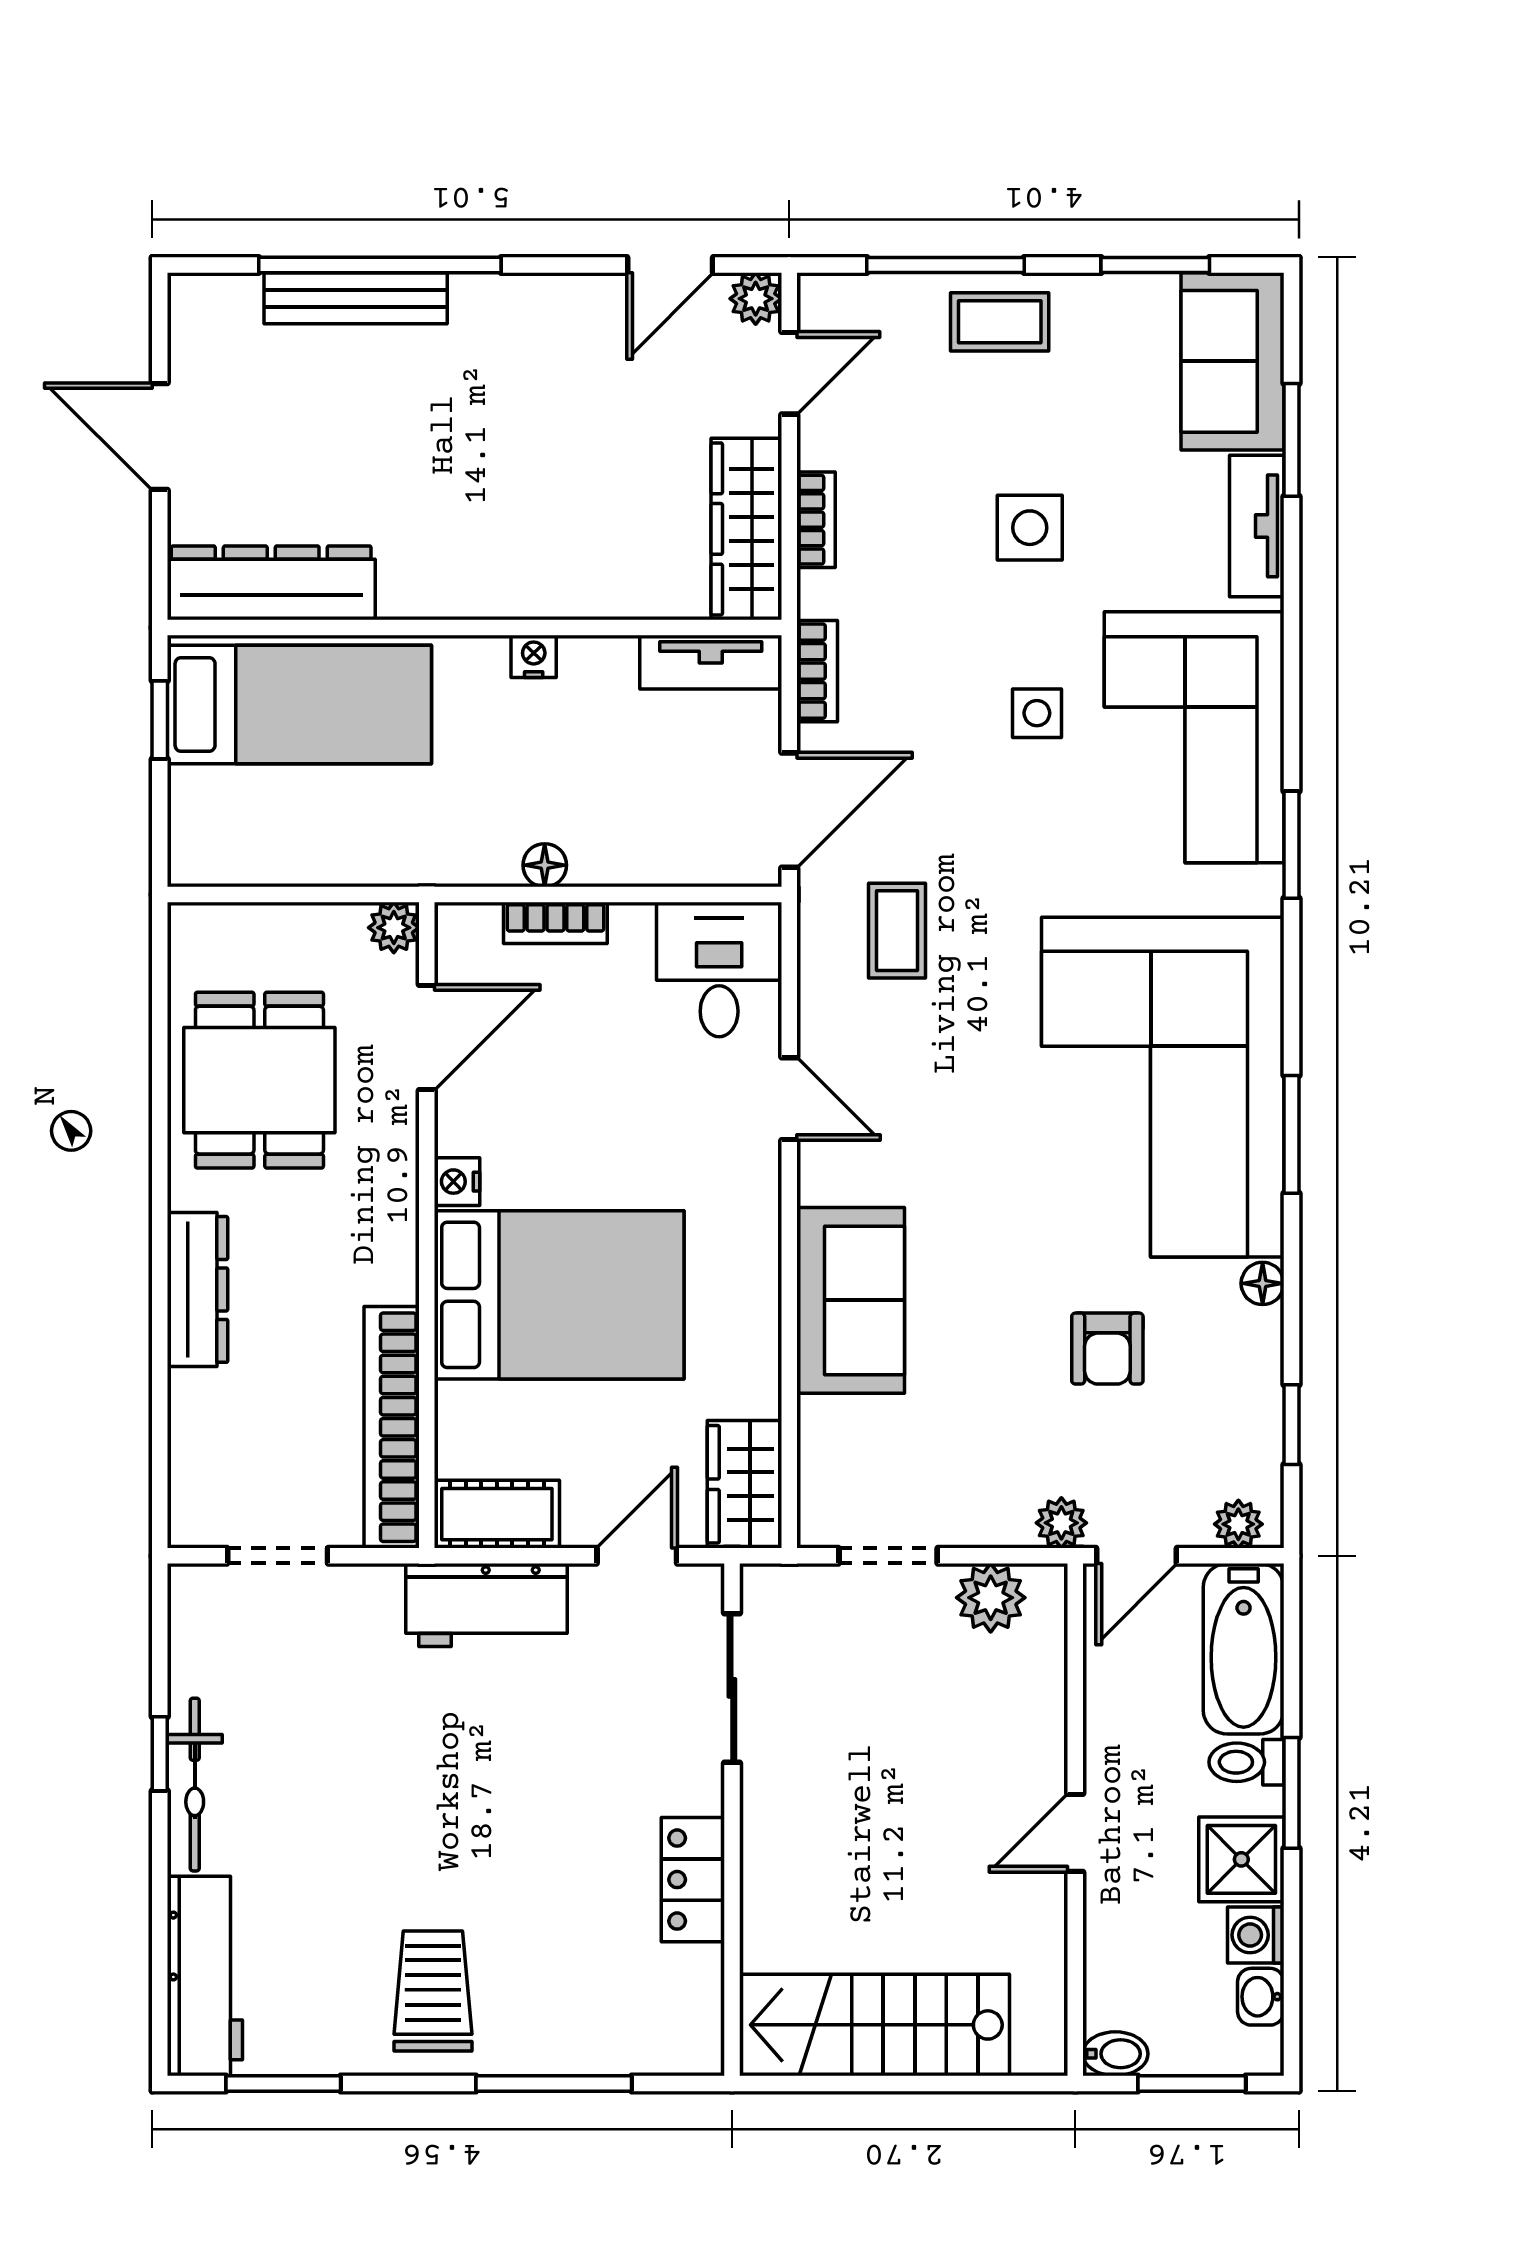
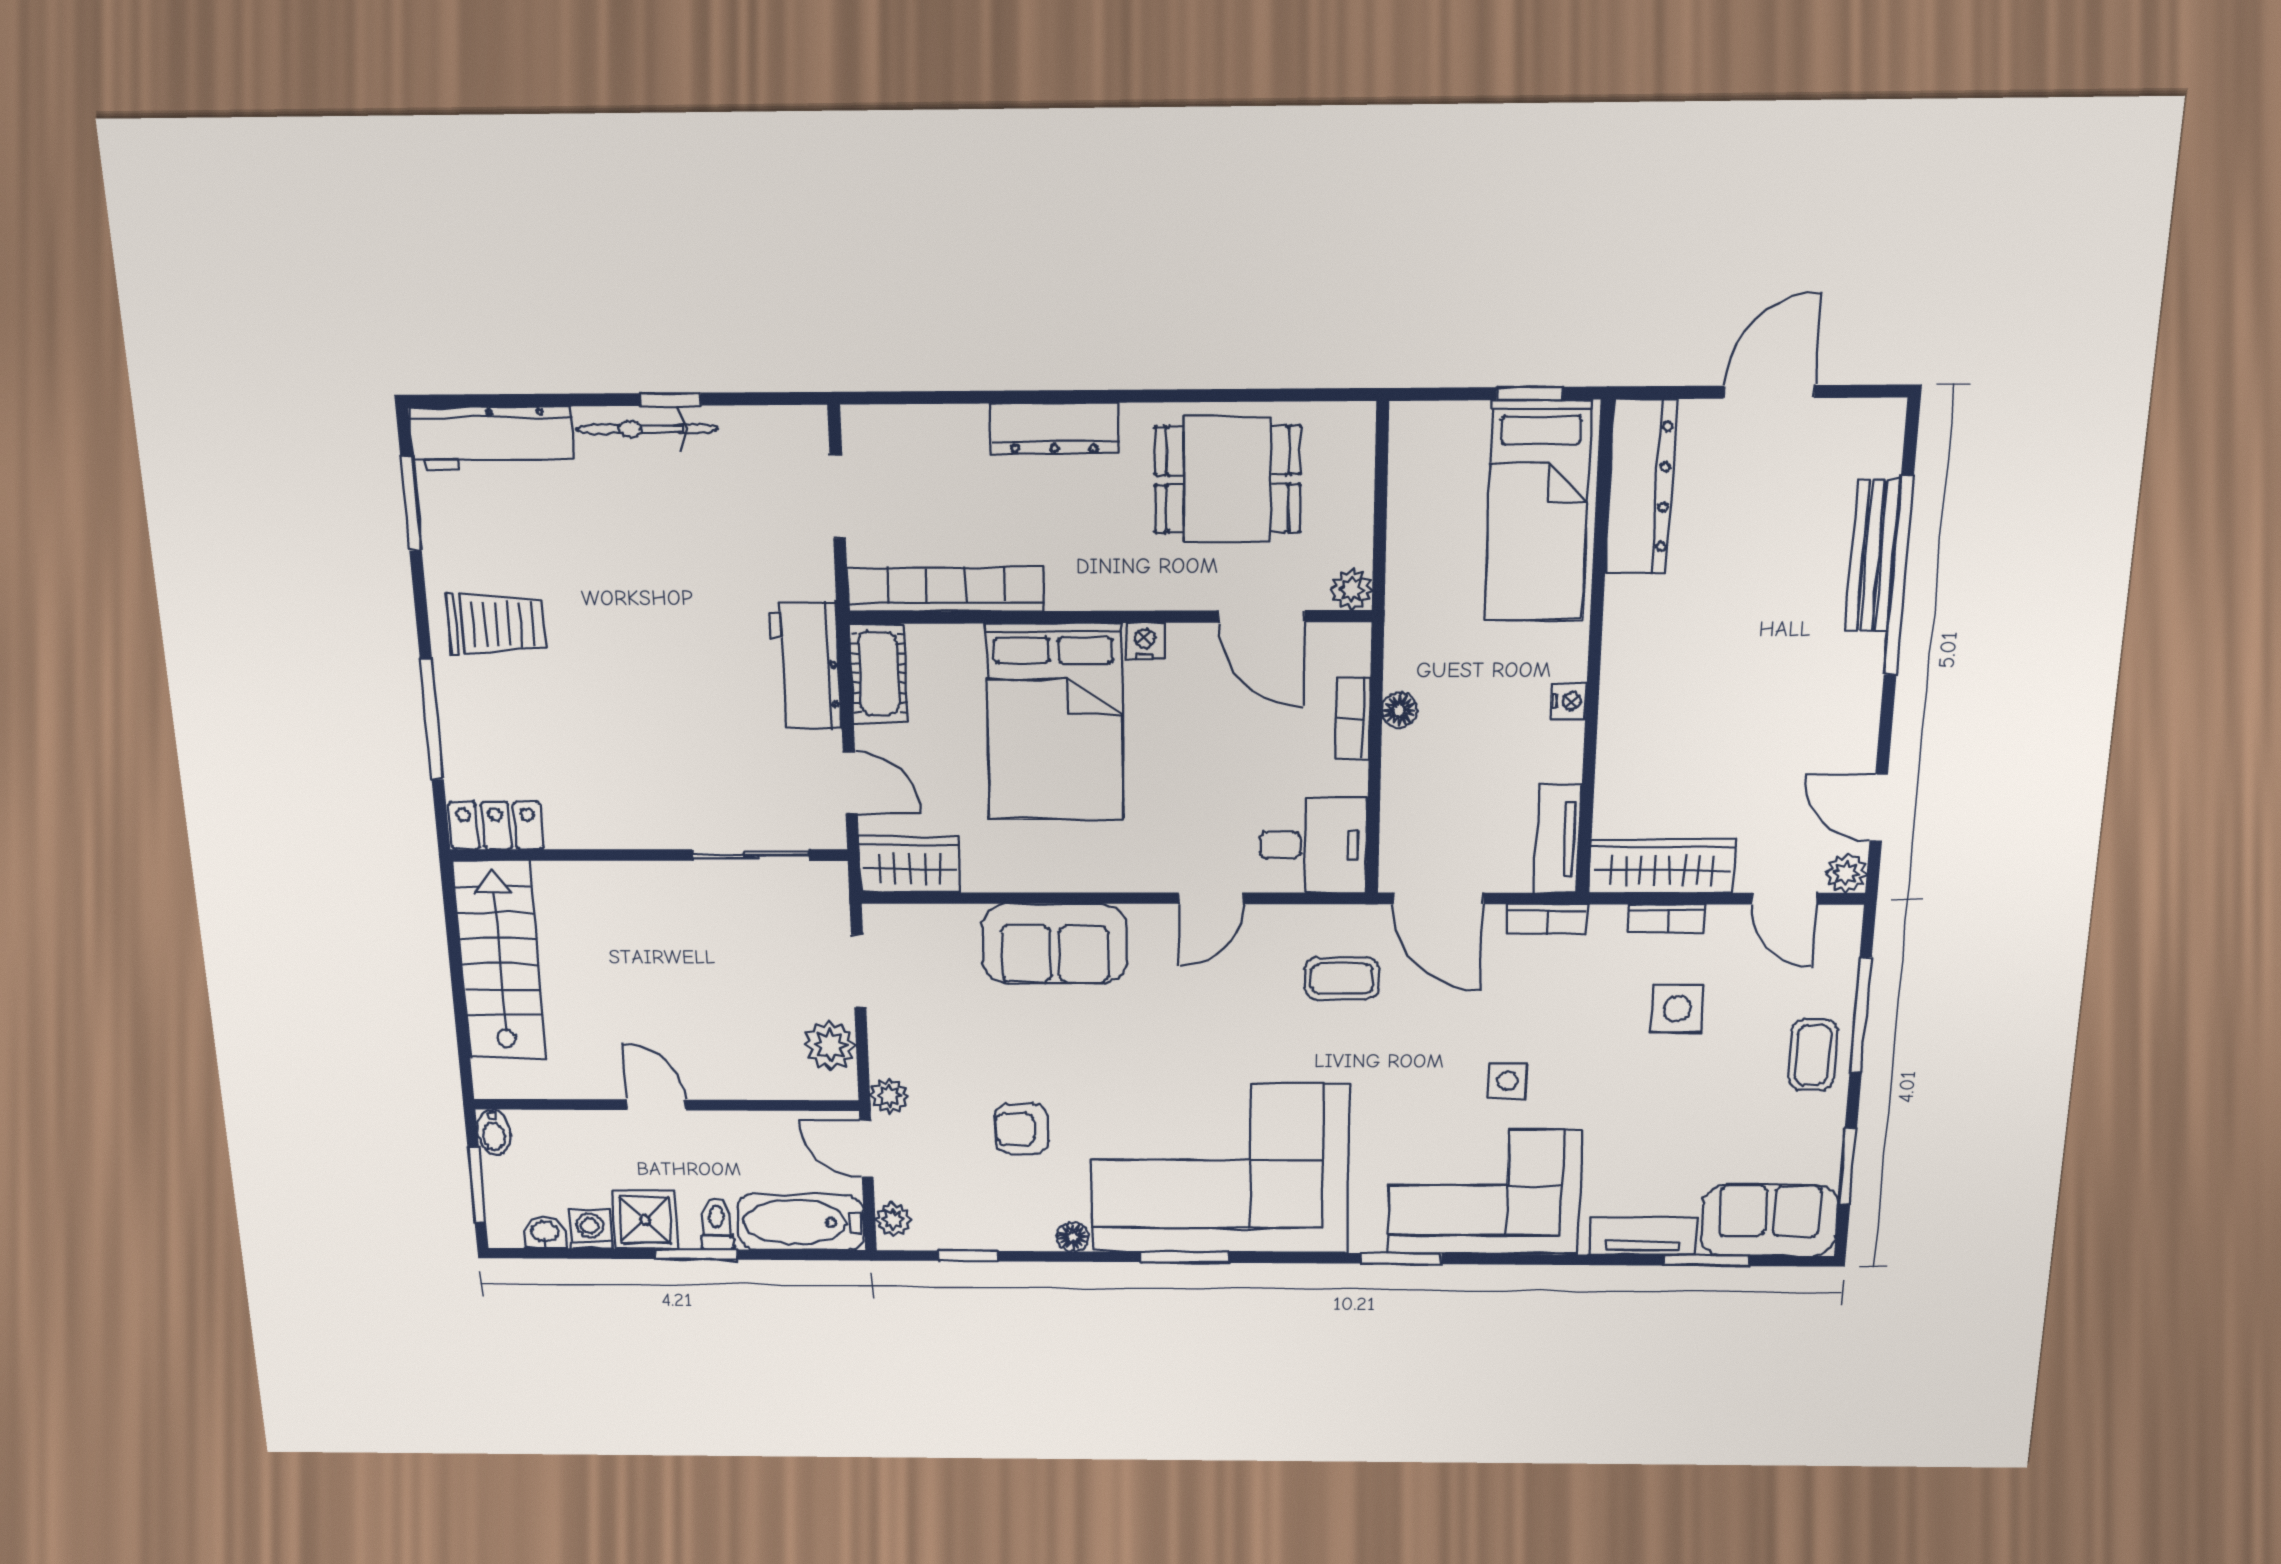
side table: (1030, 528) -> (1677, 1009), moved
locker: (693, 1880) -> (496, 826), moved

